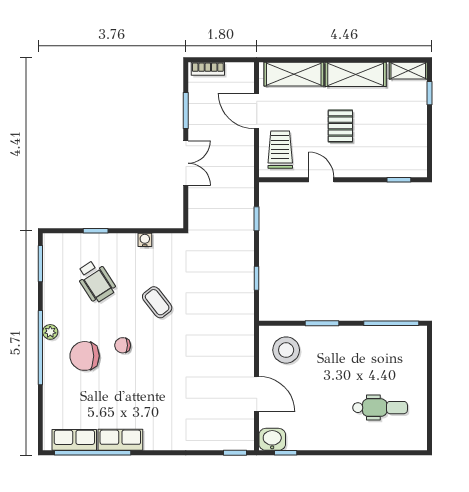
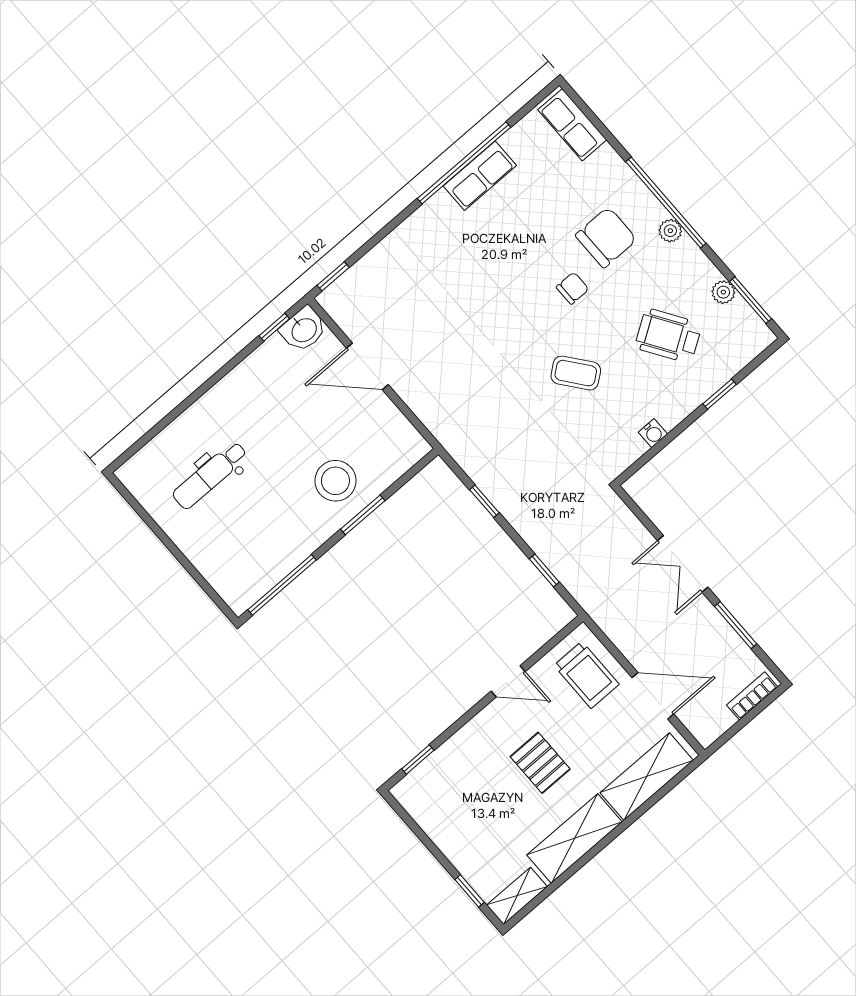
plant: (50, 279) -> (723, 292), added
stool: (286, 350) -> (335, 481), moved
row of seats: (74, 440) -> (572, 125), moved, turned 90
window: (93, 453) -> (464, 163), moved

